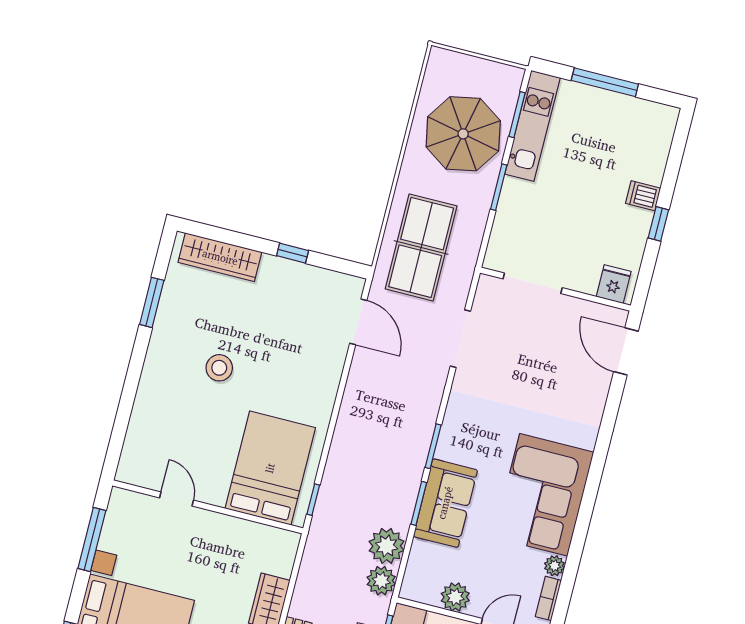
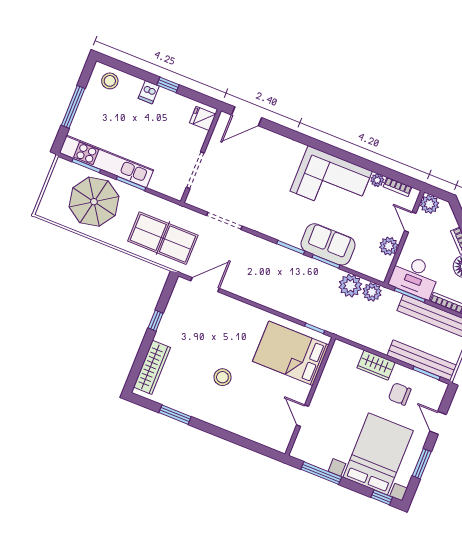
kitchen unit: (532, 126) -> (106, 161), width x1.36
stool: (652, 133) -> (110, 81), added
door: (177, 499) -> (303, 416), hinge flipped

